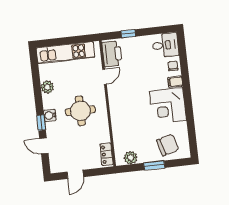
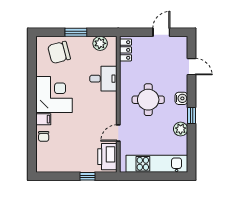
desk: (165, 45) -> (103, 79), moved, turned 180
window: (41, 123) -> (192, 115), moved

